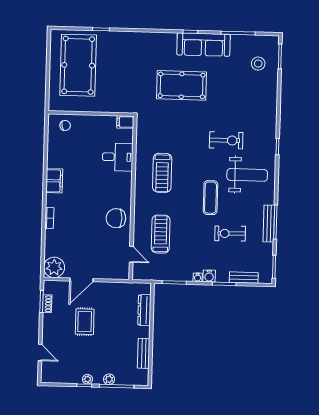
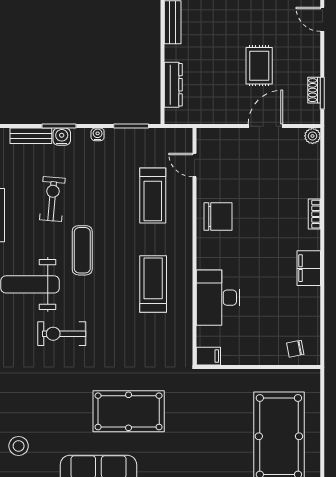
desk: (118, 157) -> (218, 298), width x1.37
exercise bike: (230, 234) -> (52, 199), turned -84
plant: (54, 267) -> (312, 136), width x0.53, depth x0.53
water cooler: (209, 276) -> (62, 137), moved

